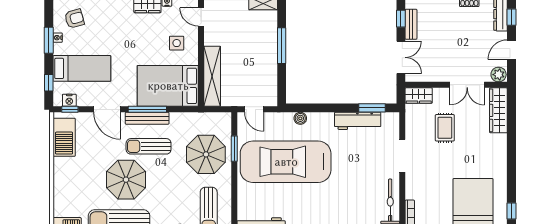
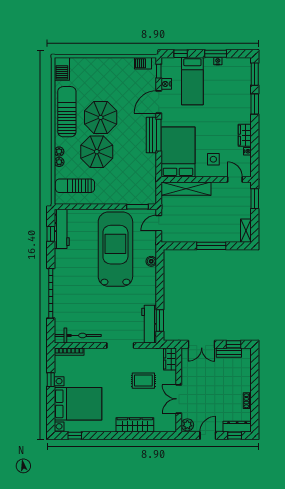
door: (201, 17) -> (235, 179), hinge flipped
armchair: (74, 19) -> (234, 75), removed
door: (512, 50) -> (208, 436), hinge flipped
nightstand: (69, 100) -> (166, 84), moved
wardrobe: (498, 110) -> (135, 425), moved
workbench: (358, 121) -> (149, 324), moved
barbecue: (64, 137) -> (143, 63), width x0.53, depth x0.65
sun lounger: (149, 146) -> (128, 136), removed
window: (234, 149) -> (137, 207), moved
parasol: (206, 154) -> (97, 152), moved

